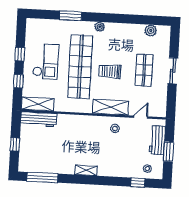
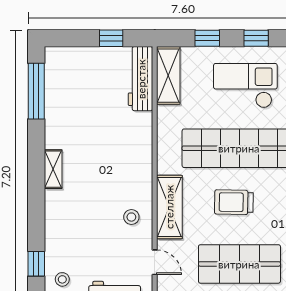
checkout: (46, 62) -> (245, 86), turned 180
shop shelf: (144, 70) -> (239, 264), width x1.43, depth x1.36
trolley: (110, 71) -> (234, 202), turned -89
window: (15, 144) -> (111, 38), moved

